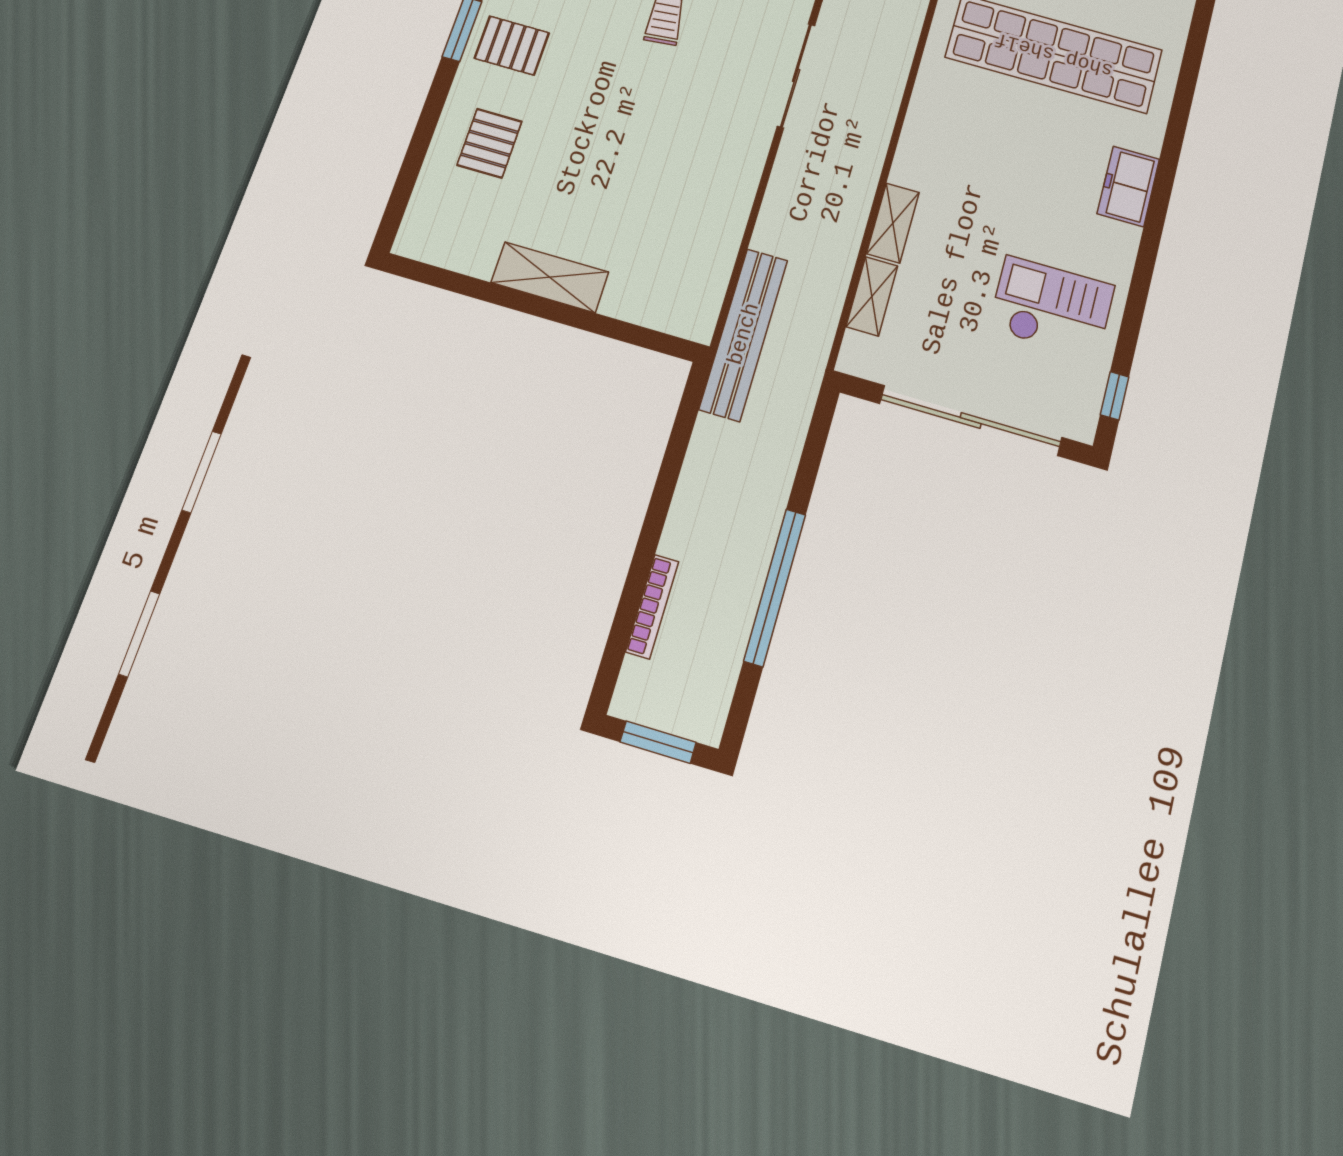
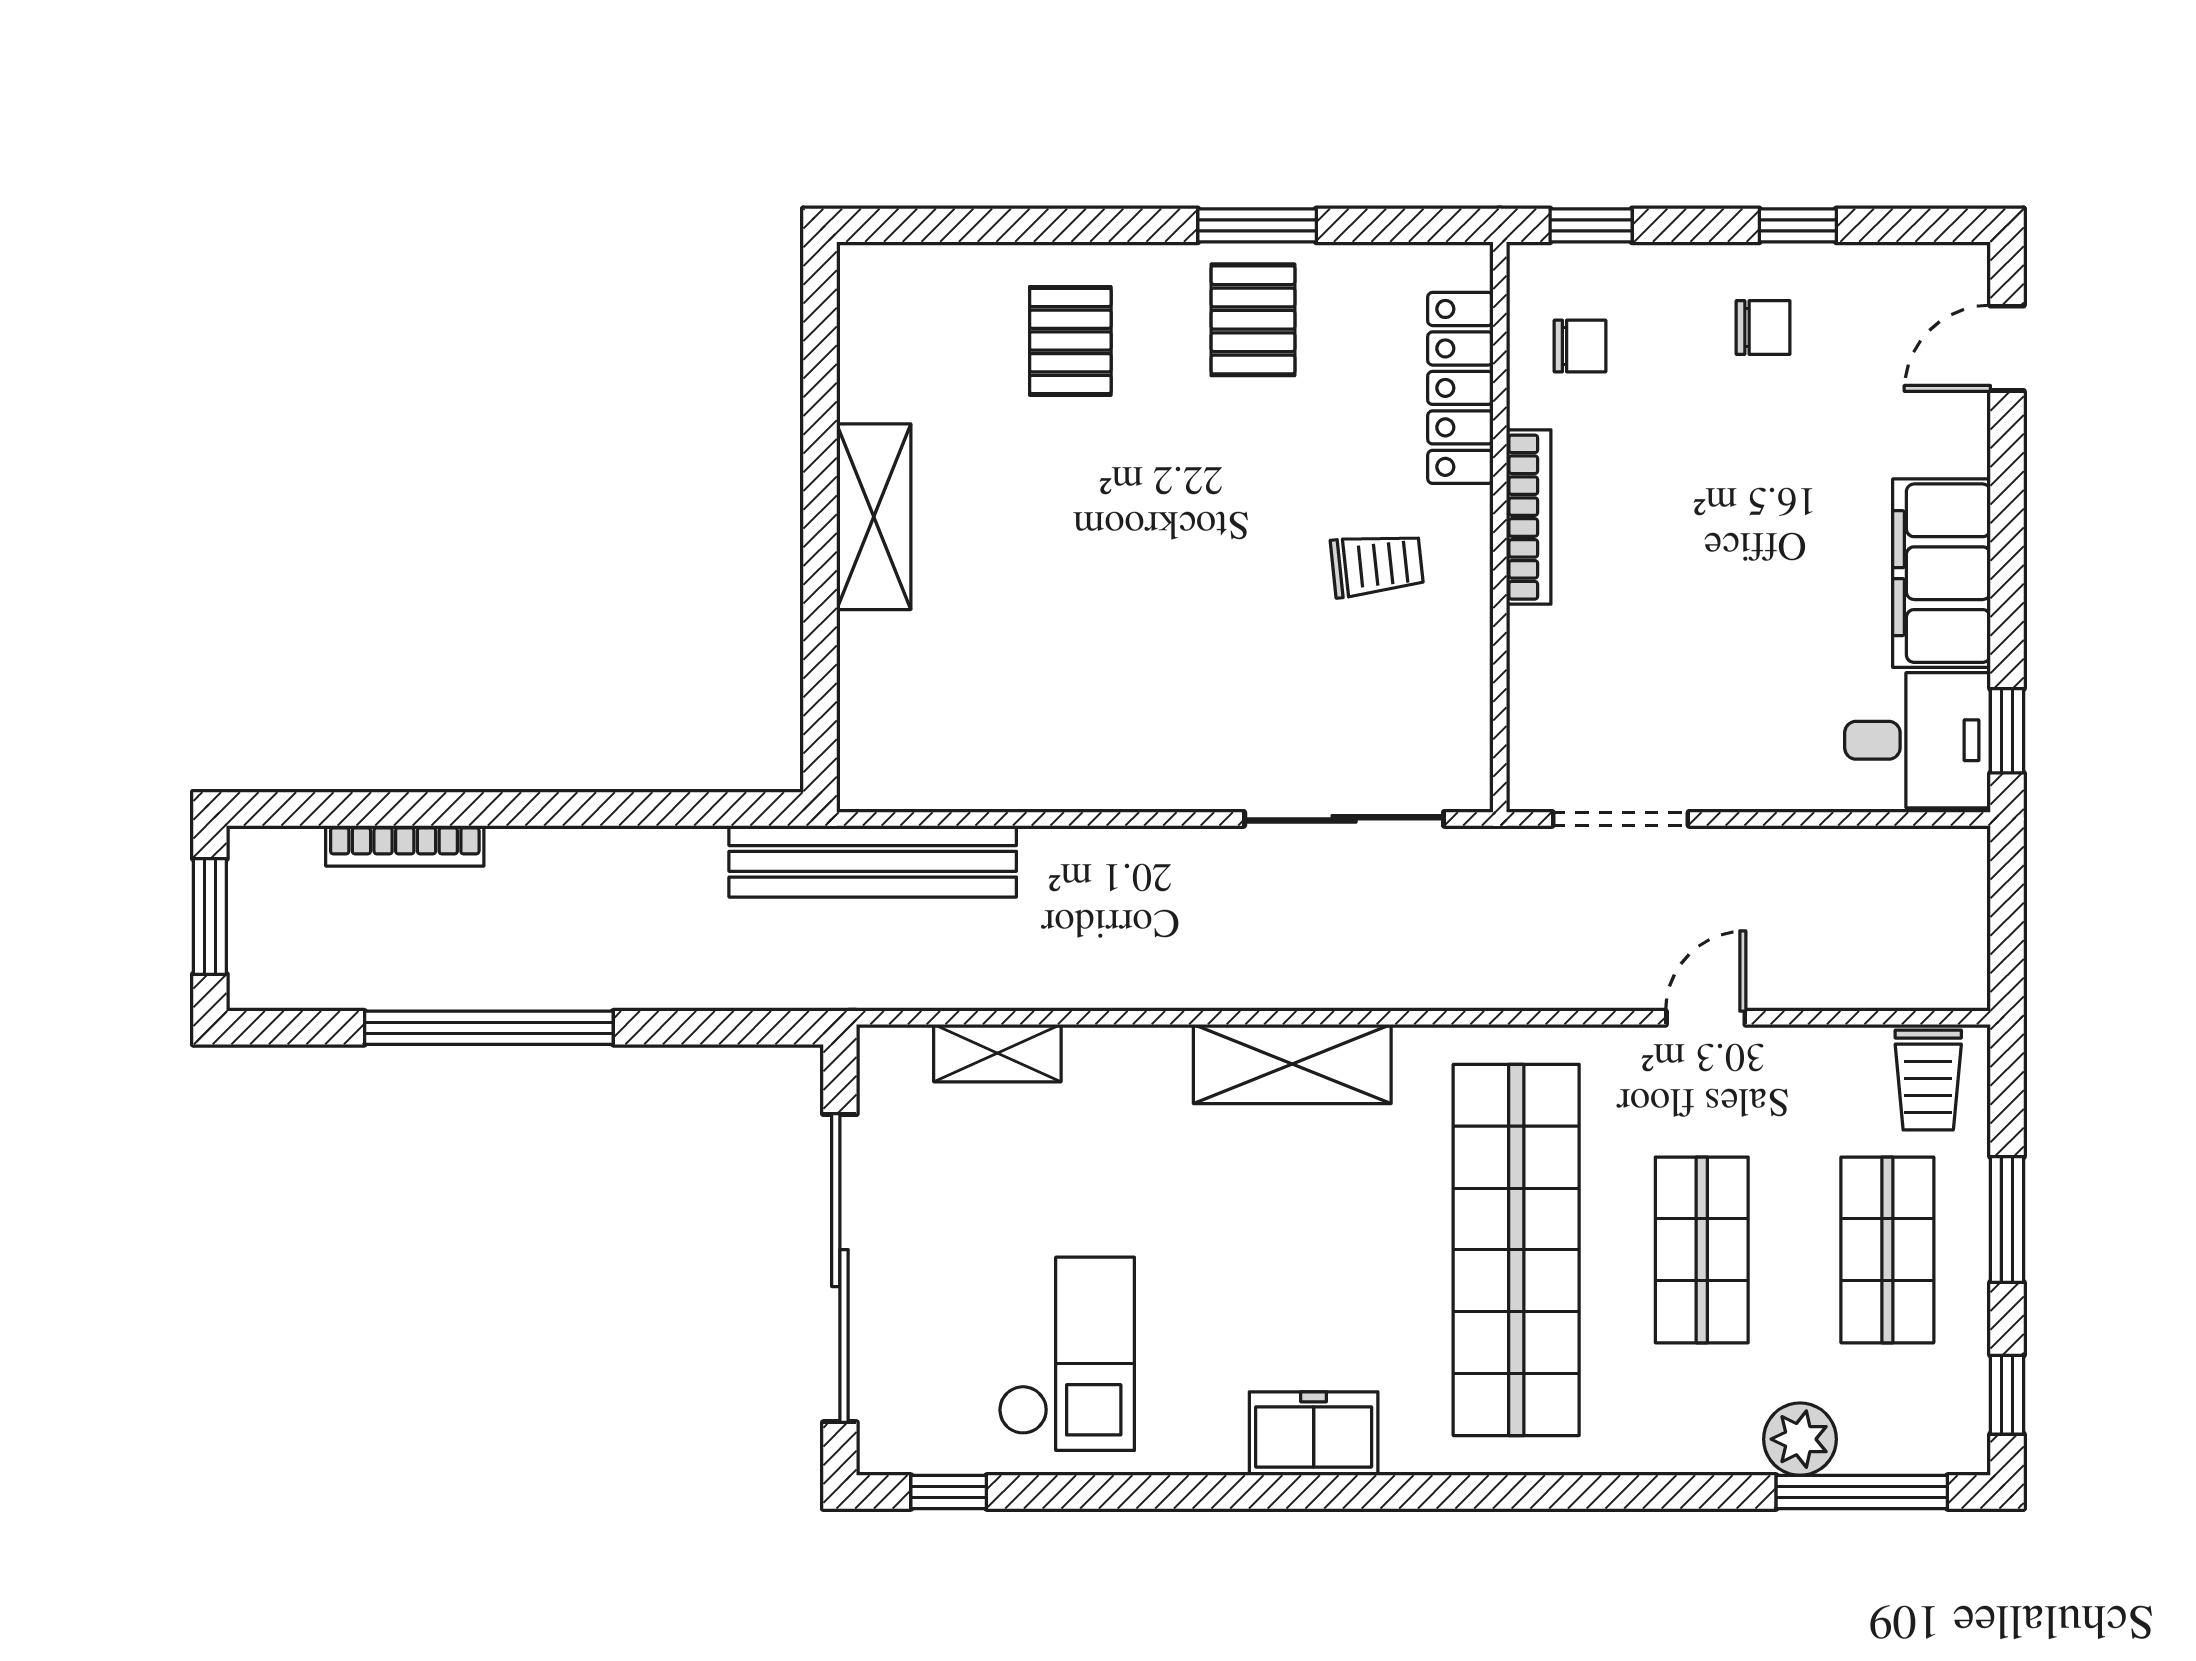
pallet: (489, 143) -> (1070, 341), turned 90
shelving: (893, 223) -> (1292, 1064), moved, width x1.50, depth x1.33

